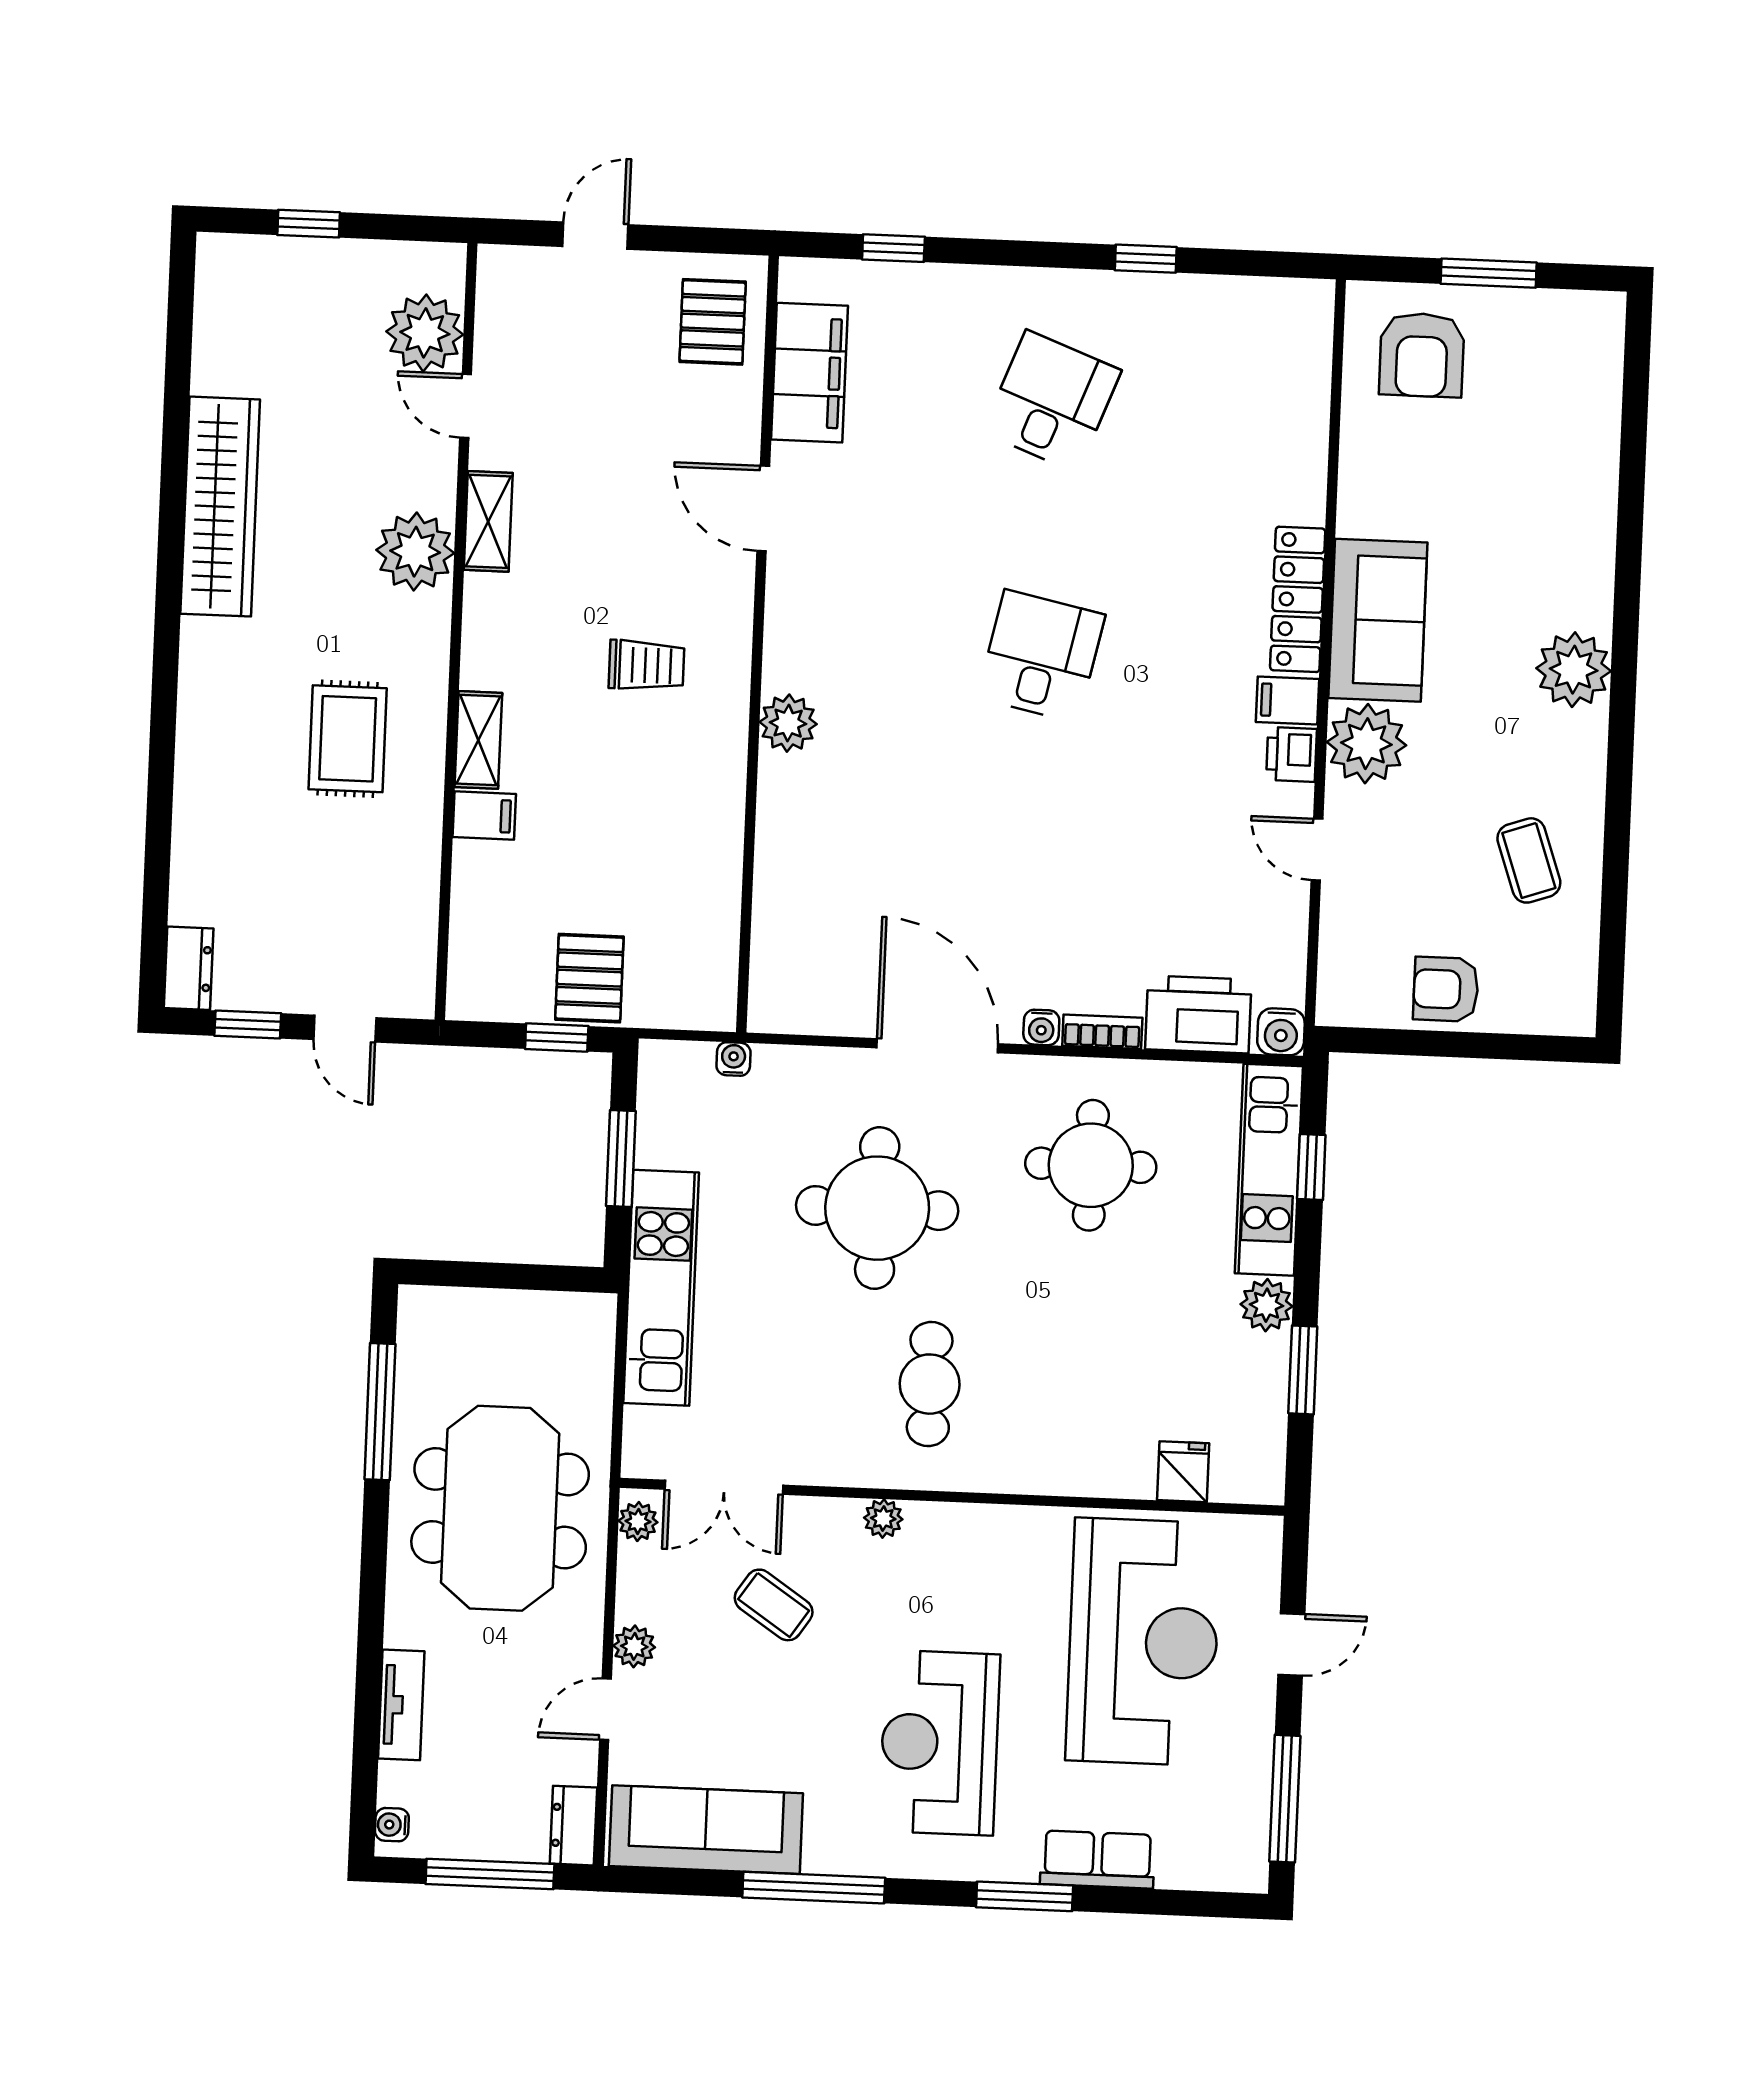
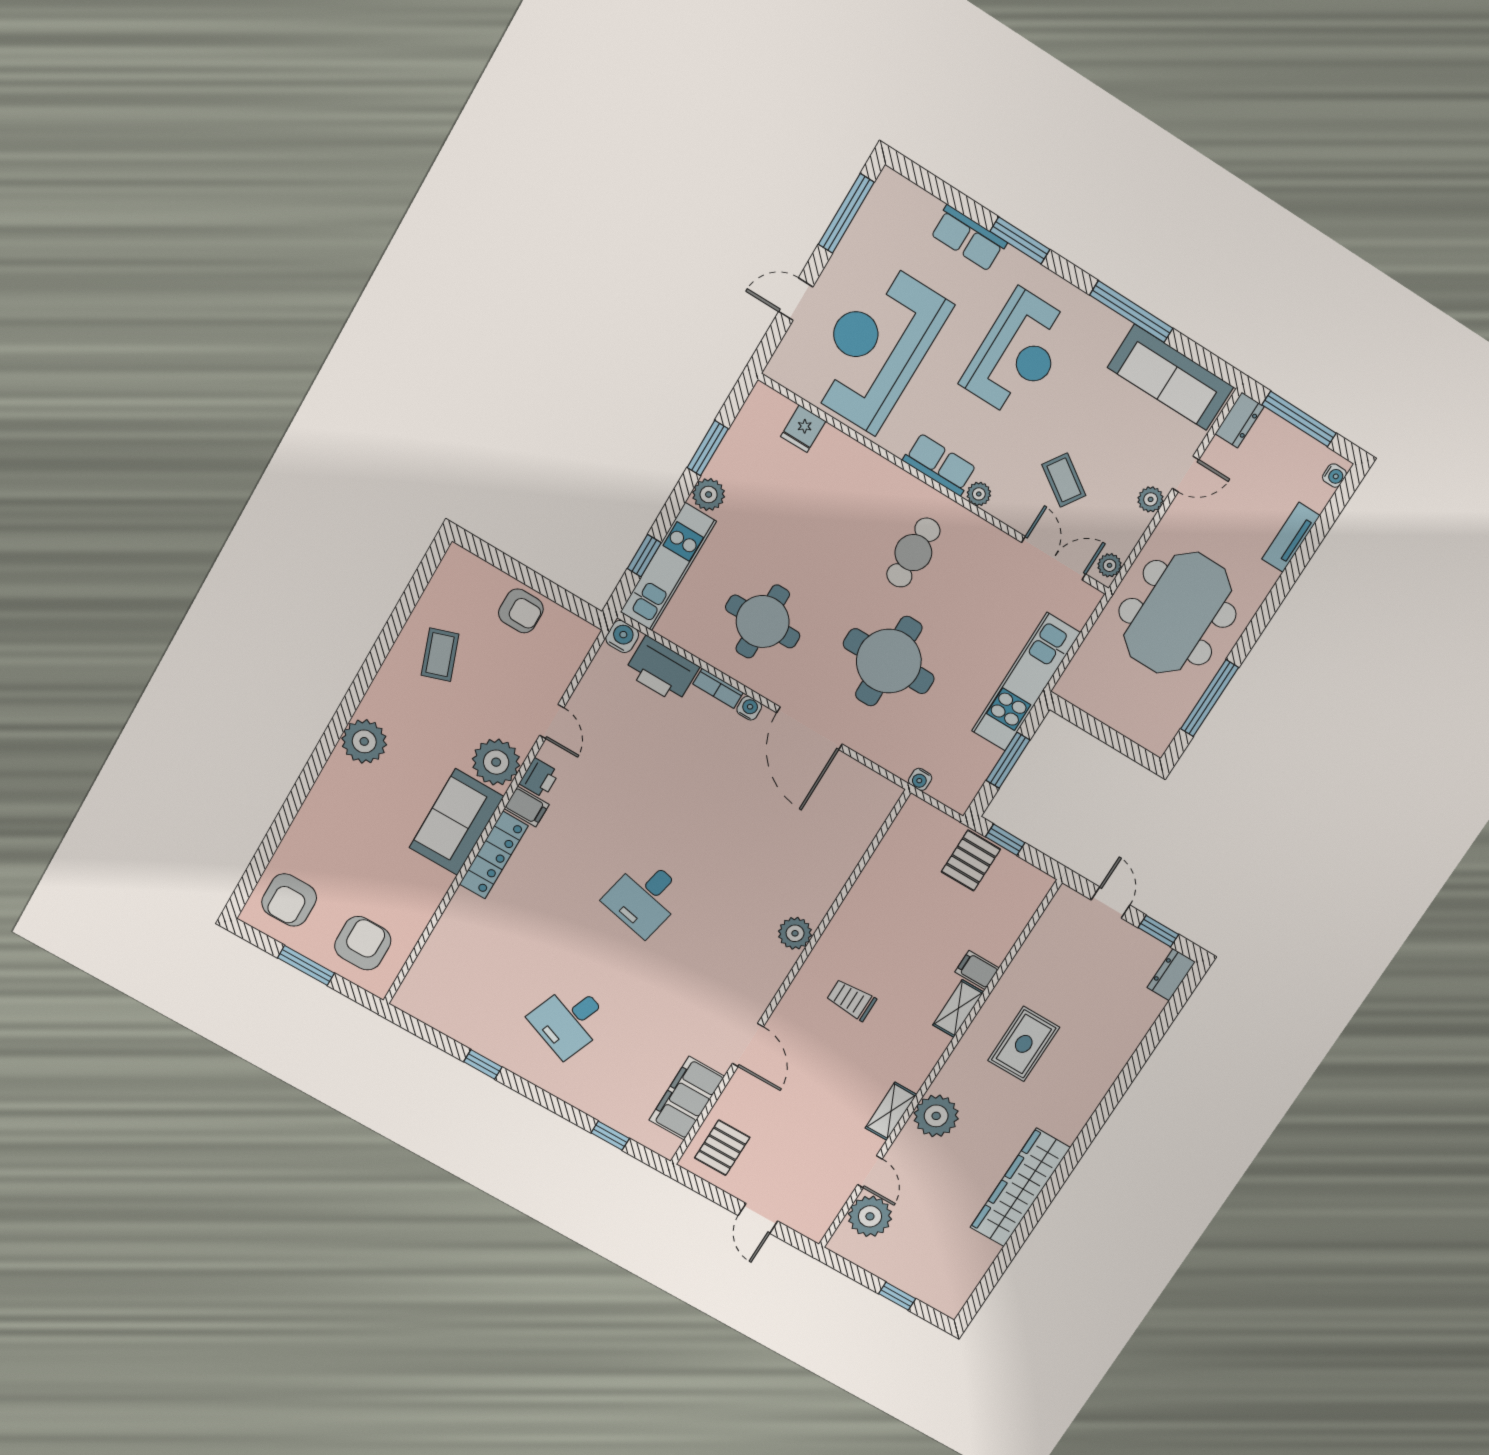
door: (595, 236) -> (758, 1218), hinge flipped
armchair: (1564, 363) -> (289, 900), added
row of seats: (962, 1529) -> (940, 464), added

